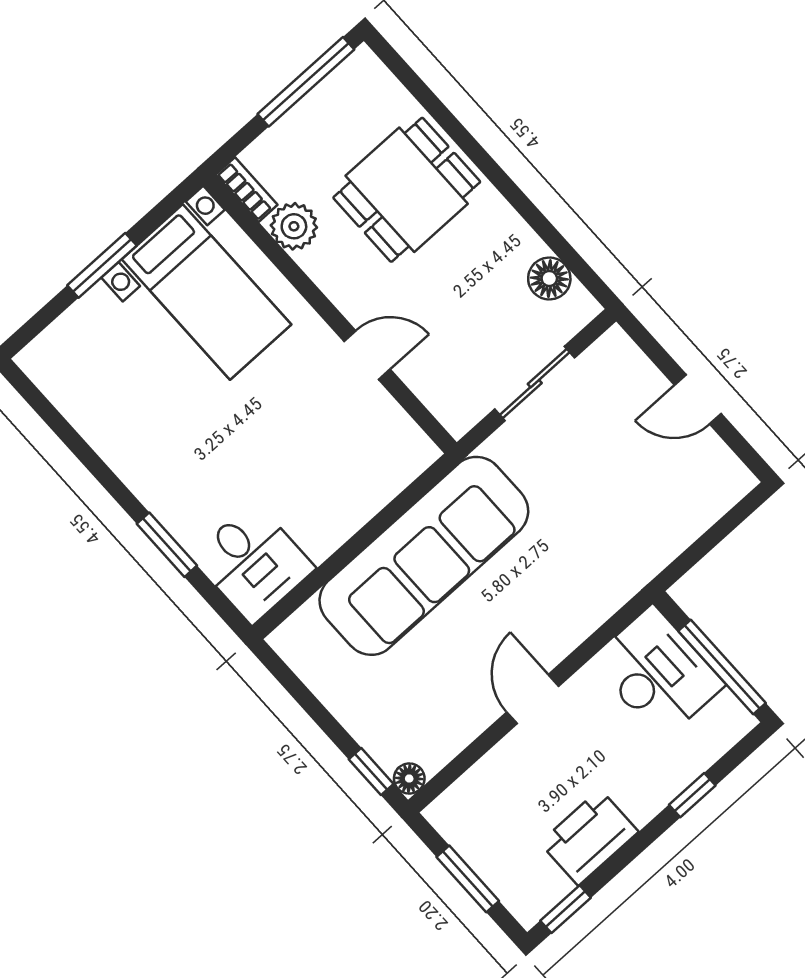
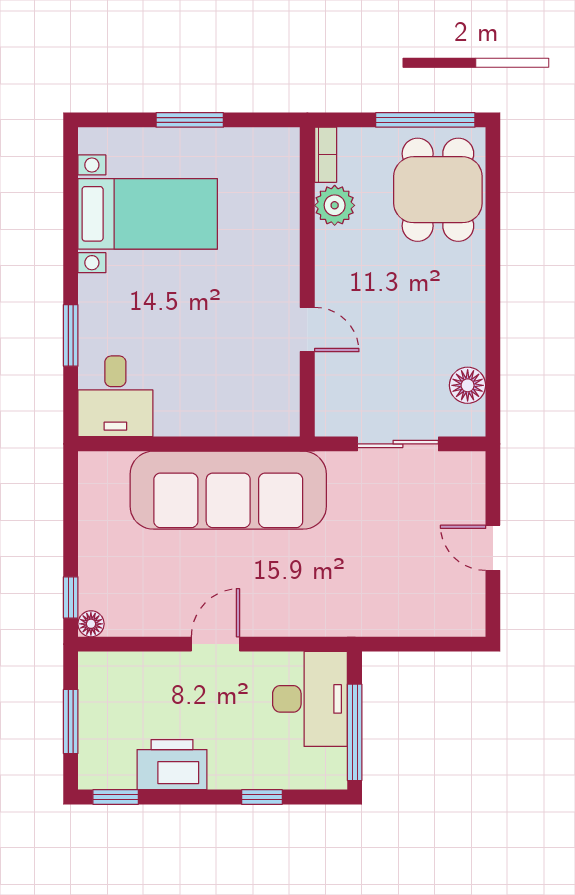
dining table: (407, 190) -> (438, 190), moved, turned 90
bed with nightstands: (206, 292) -> (148, 214), moved, turned -90

